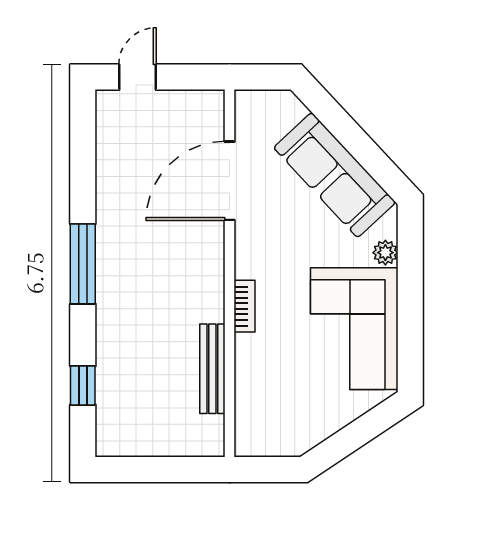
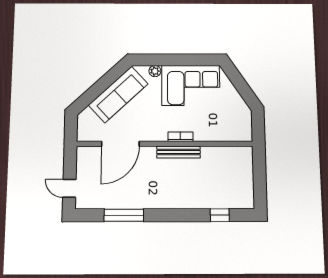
door: (230, 181) -> (120, 144), hinge flipped
window: (83, 264) -> (124, 215), moved
bench: (212, 369) -> (179, 152), moved

